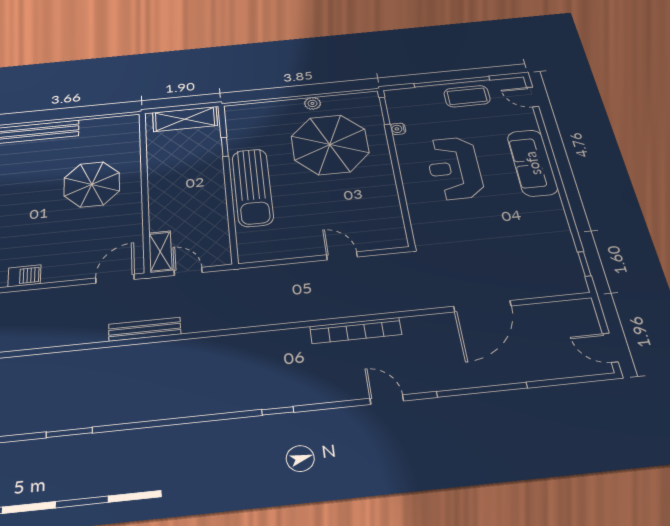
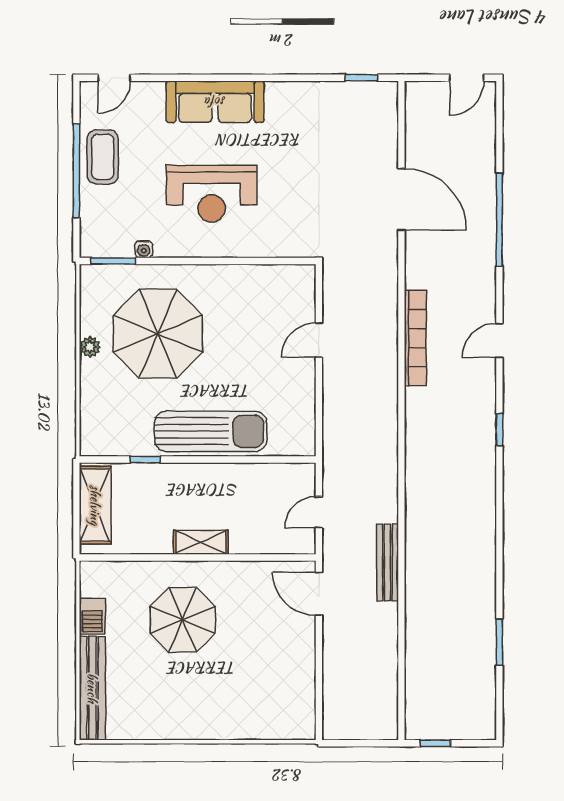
shelving: (160, 252) -> (201, 542), moved
barbecue: (24, 276) -> (92, 616), moved, turned 180
door: (387, 400) -> (499, 341), moved

